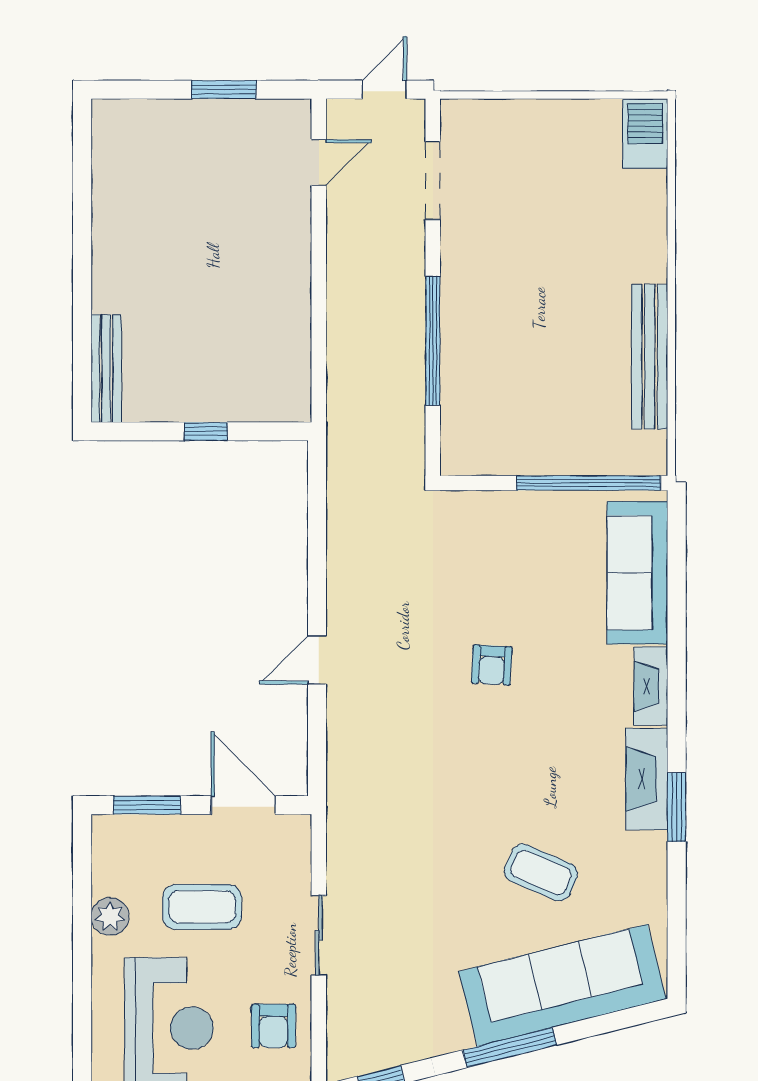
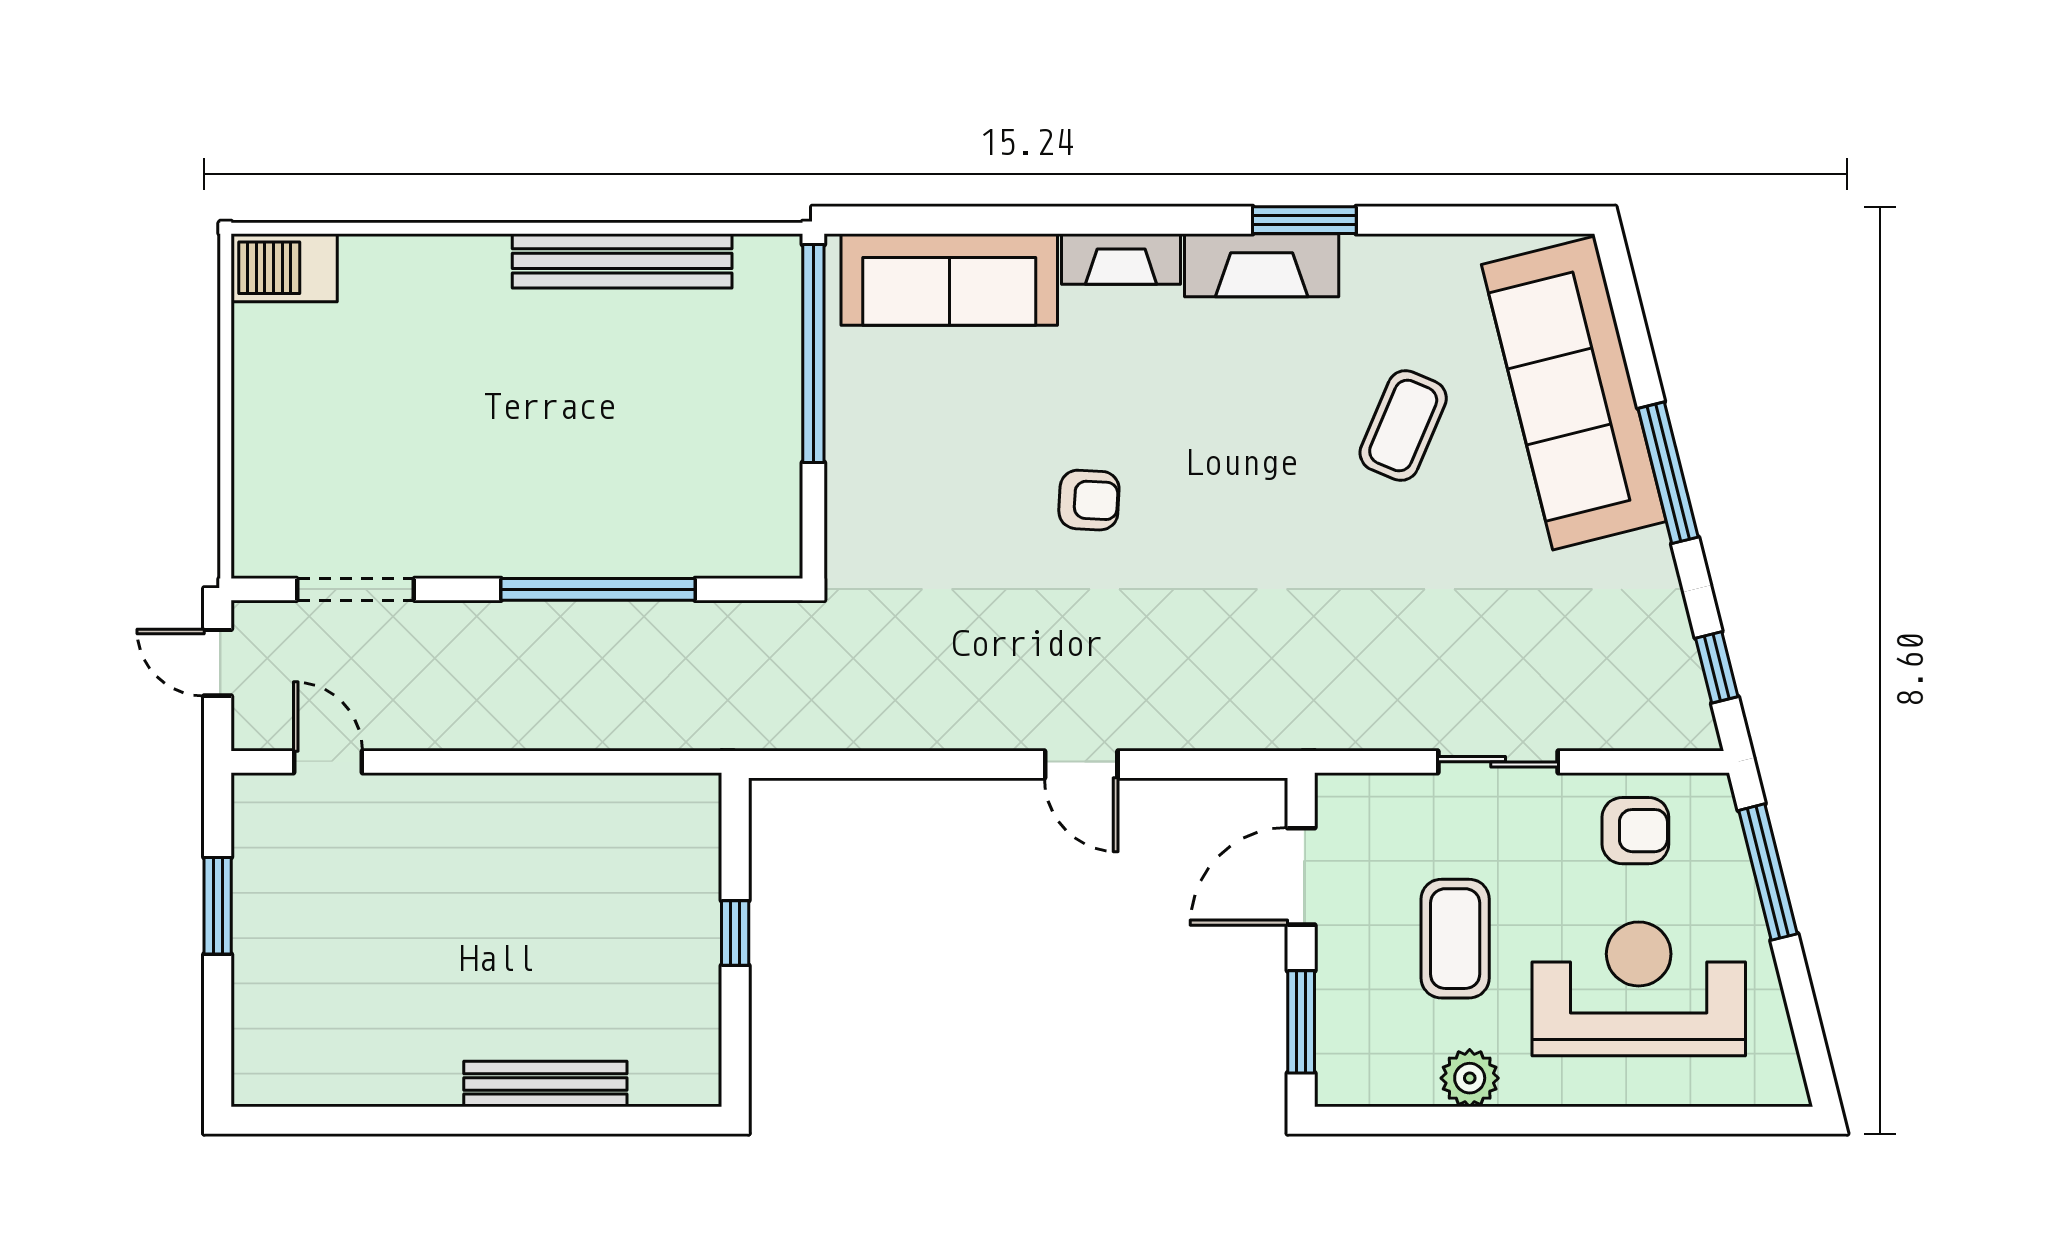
bench: (106, 369) -> (545, 1084), moved

